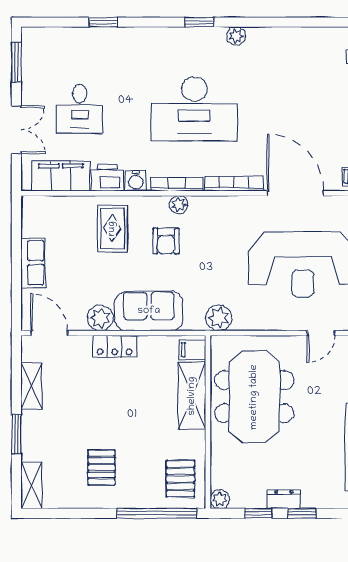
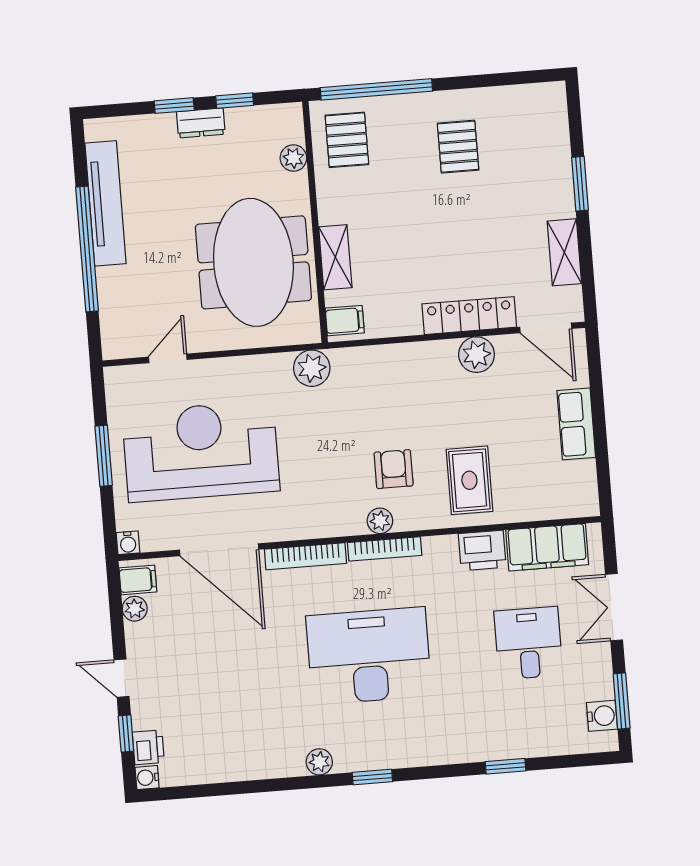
water cooler: (136, 181) -> (602, 716), moved, turned 90
sofa: (149, 311) -> (410, 370), removed
locker: (115, 346) -> (469, 316), width x1.53
shelving: (192, 396) -> (335, 257), width x0.67, depth x0.75
shelving: (31, 485) -> (553, 114), removed
plant: (220, 499) -> (293, 158), moved

